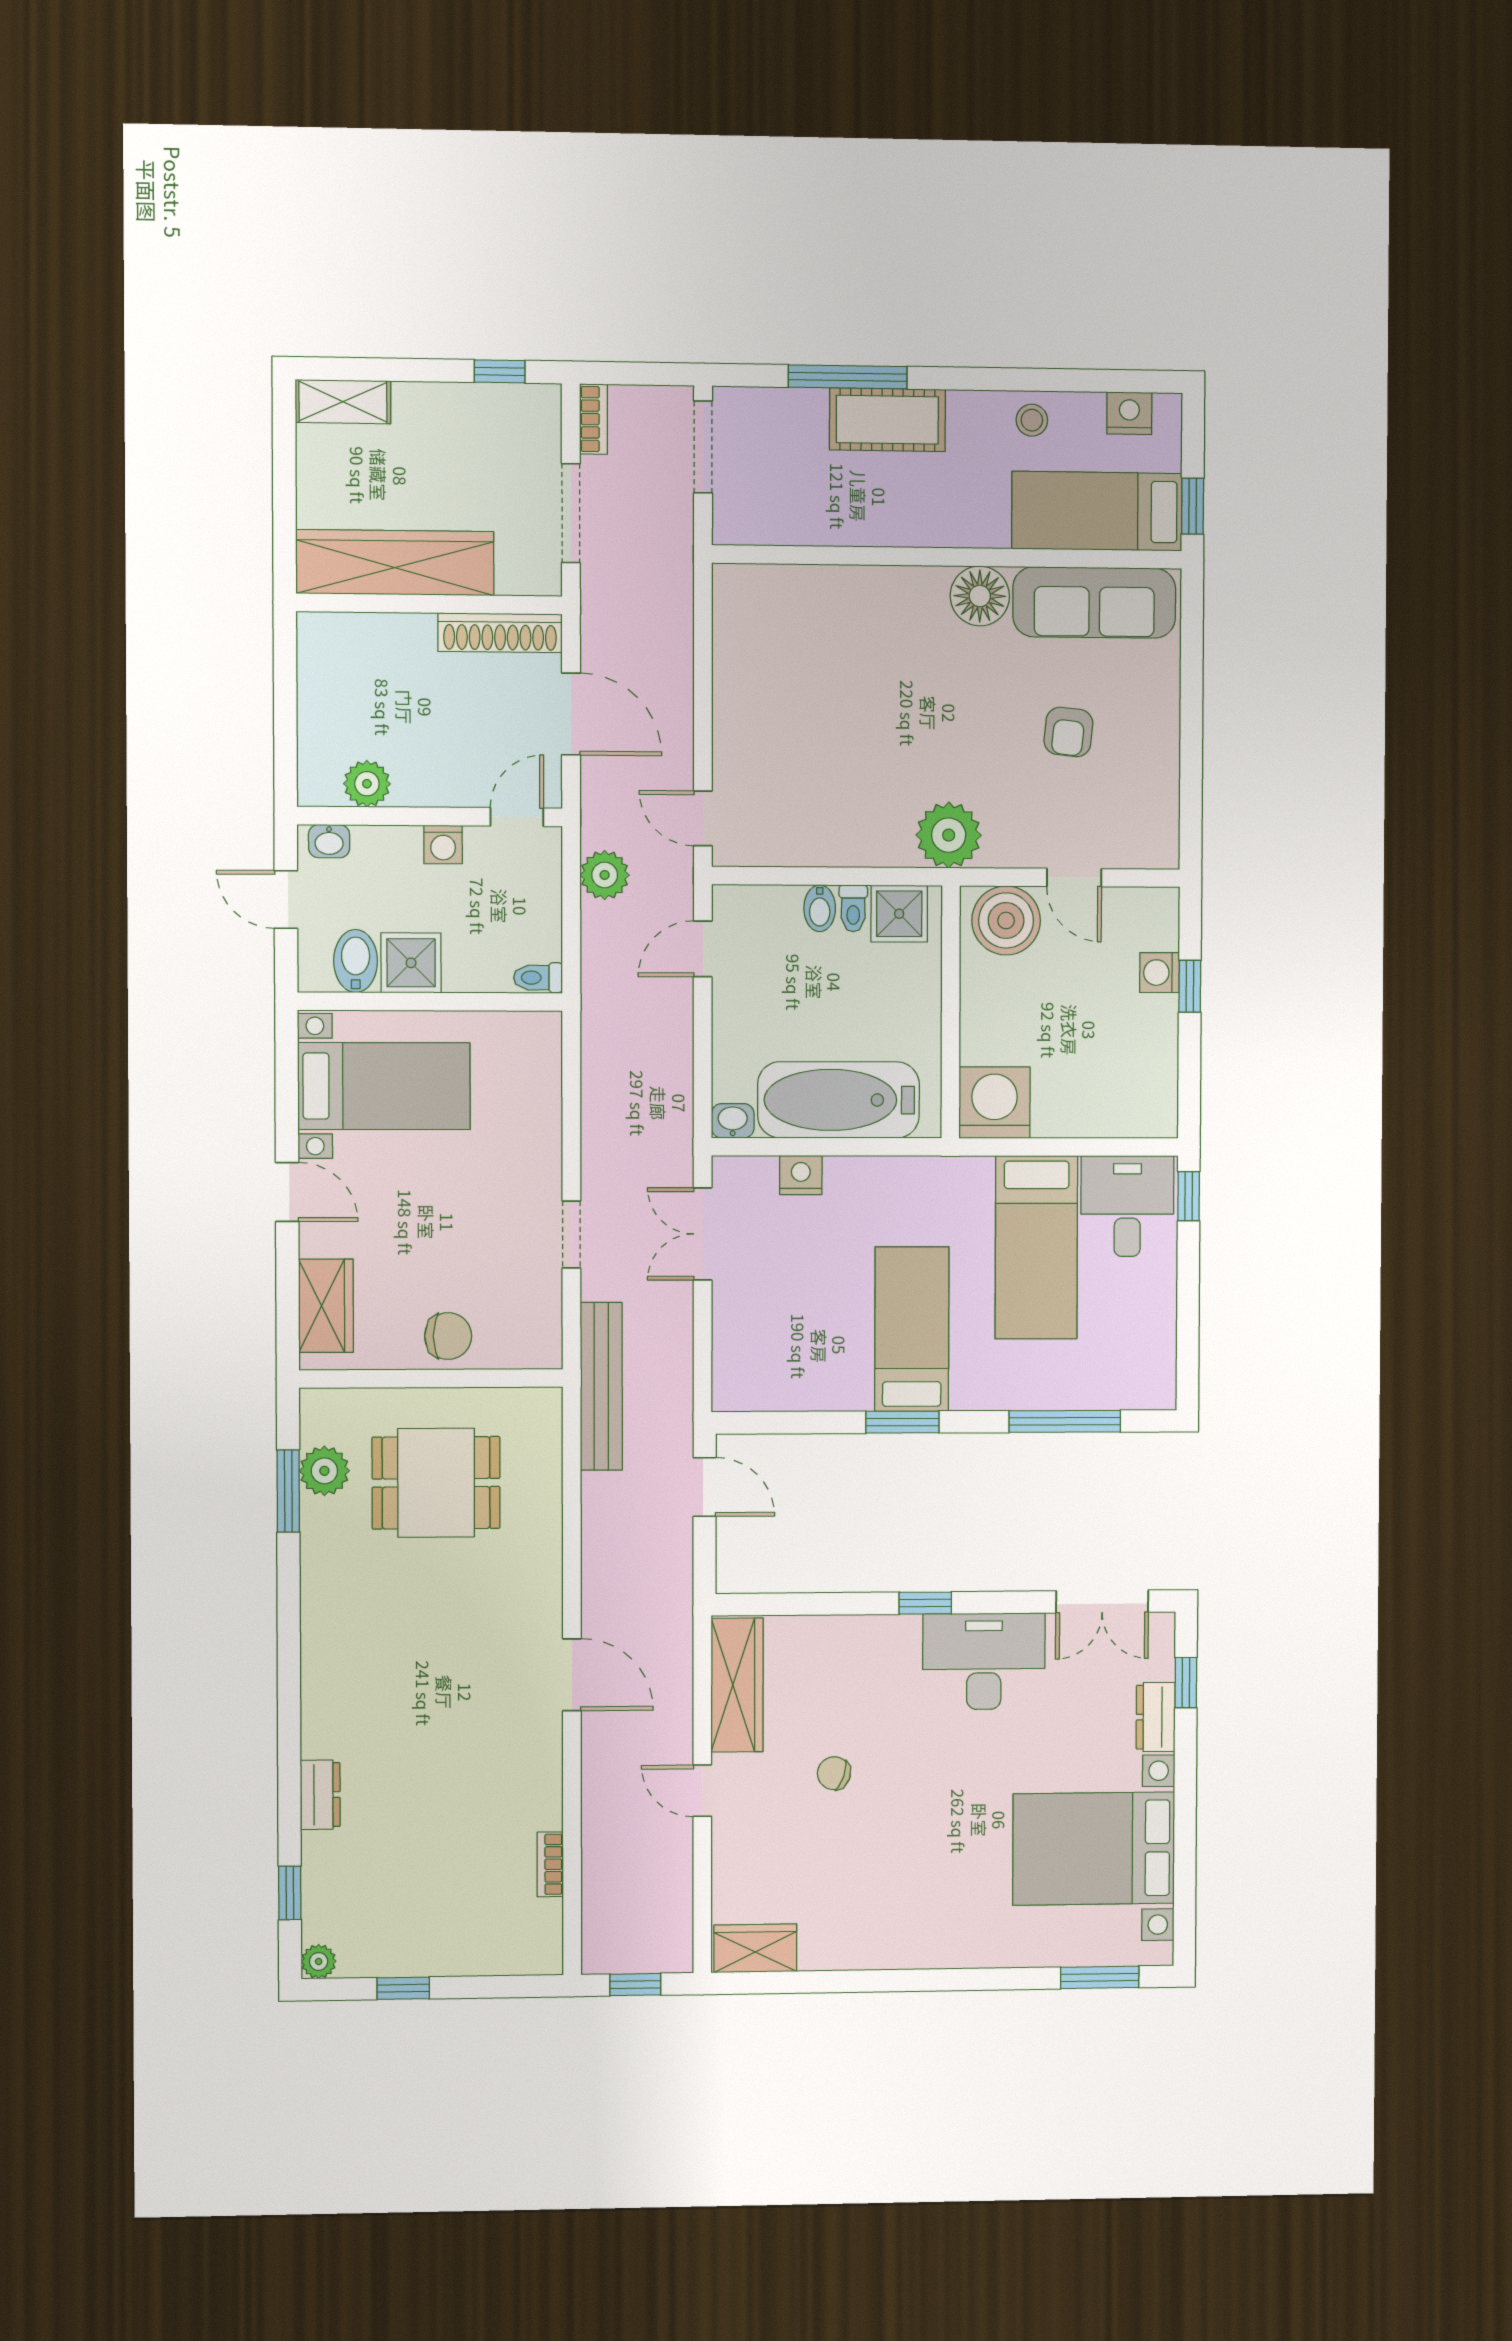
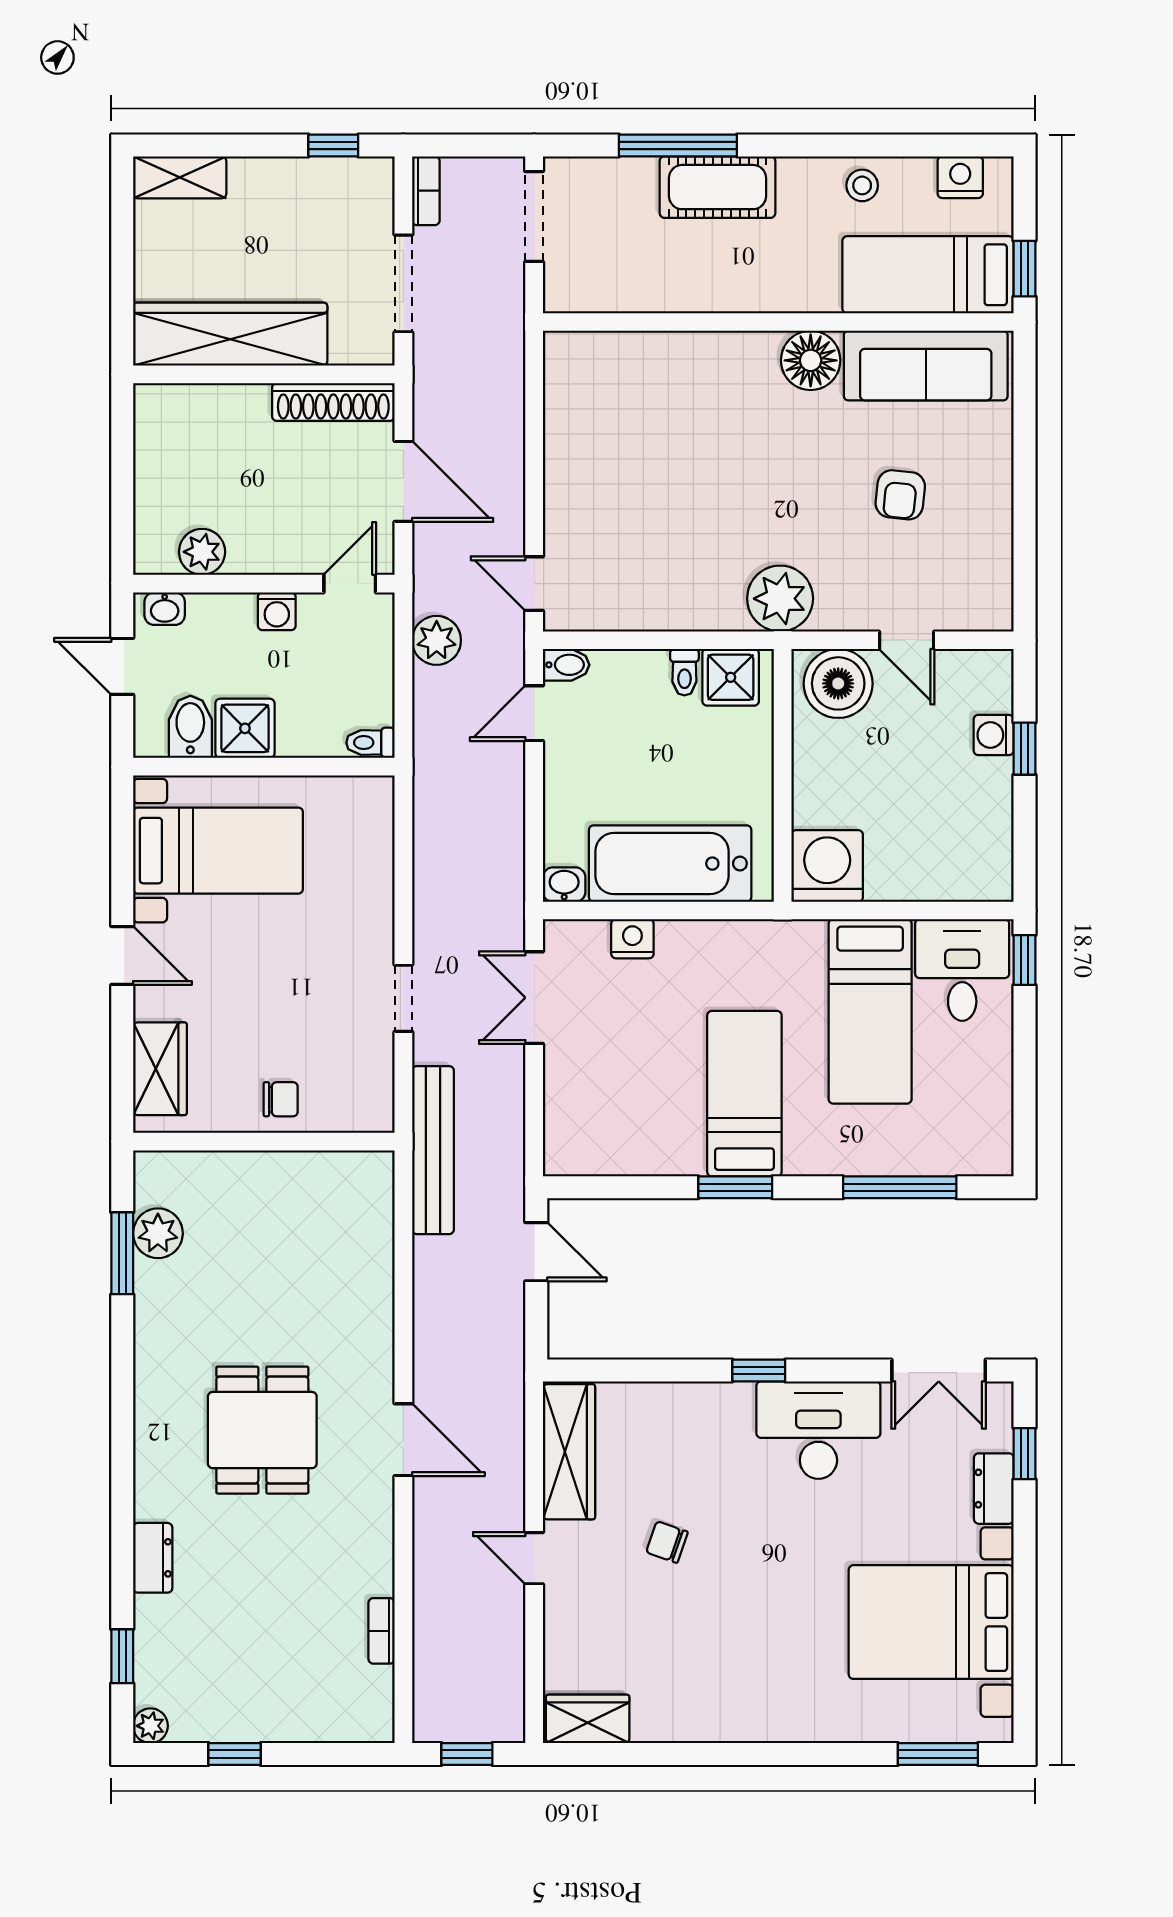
bidet: (820, 908) -> (566, 665), moved, turned -90
chair: (448, 1336) -> (281, 1099), width x0.73, depth x0.73
dining table: (436, 1483) -> (262, 1430), moved, turned 90

